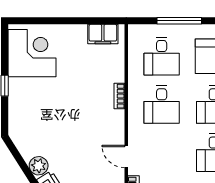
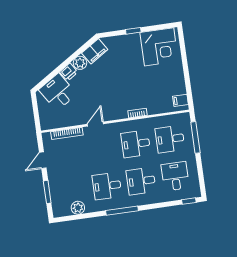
window: (179, 21) -> (195, 137), moved
filing cabinet: (103, 34) -> (180, 100), width x0.50
filing cabinet: (25, 143) -> (95, 51), added

